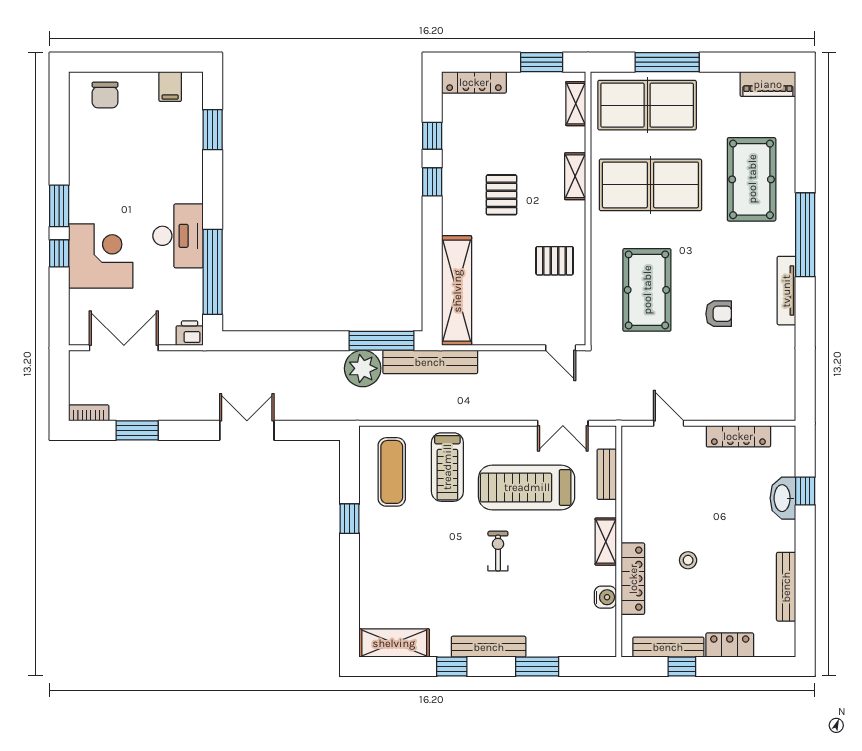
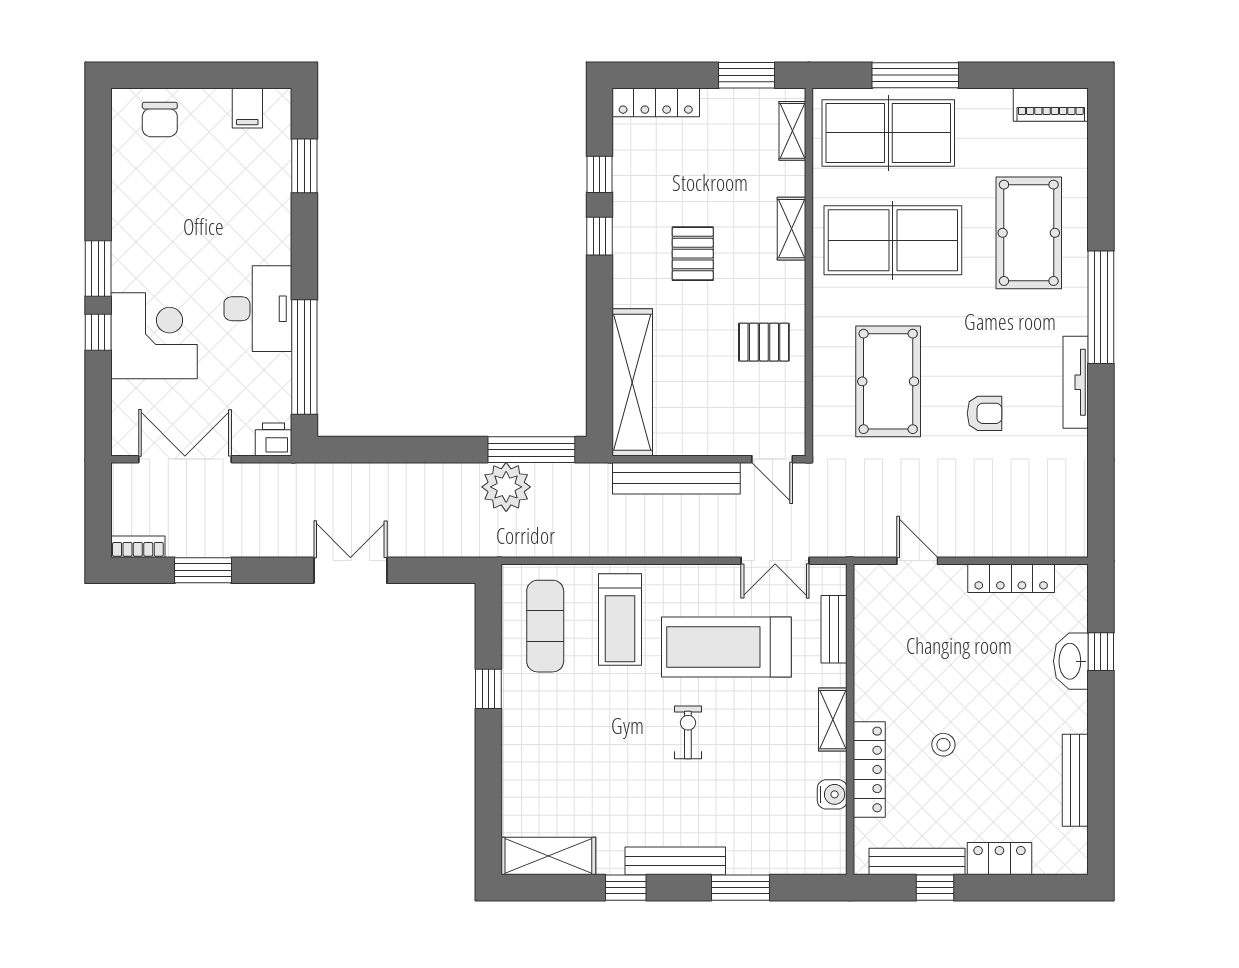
bench: (430, 362) -> (676, 478), moved

